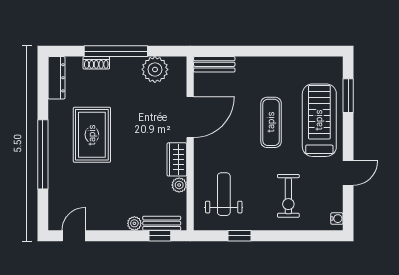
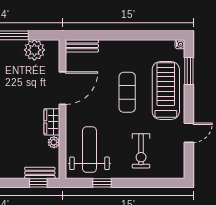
weight bench: (224, 194) -> (89, 150), width x1.36, depth x1.33
water cooler: (337, 219) -> (180, 44), moved
plant: (134, 223) -> (18, 173), removed

